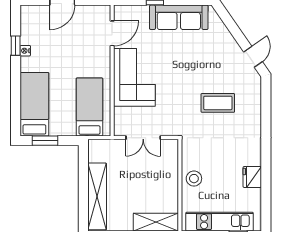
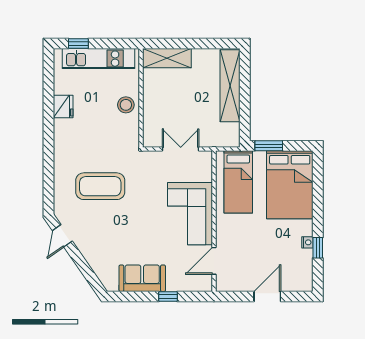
sofa: (179, 17) -> (142, 278), width x0.73
coffee table: (218, 103) -> (100, 186), width x1.36, depth x1.32
bed: (34, 104) -> (290, 185), width x1.50
window: (45, 141) -> (269, 146), moved

